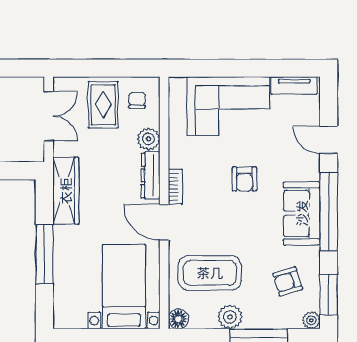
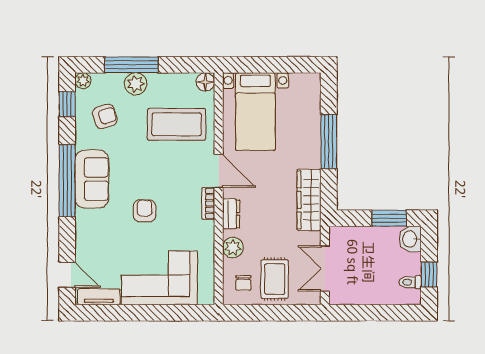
door: (329, 140) -> (67, 275), moved
dresser: (151, 176) -> (231, 214), width x0.70
window: (329, 295) -> (67, 104), width x0.67
plant: (230, 317) -> (136, 84), moved

